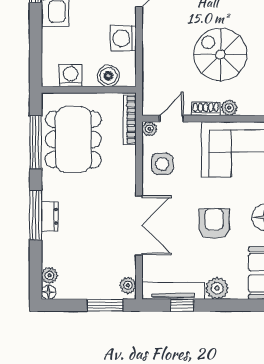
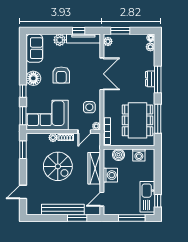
wardrobe: (153, 51) -> (94, 168), added
double door: (139, 225) -> (102, 74), swing flipped

